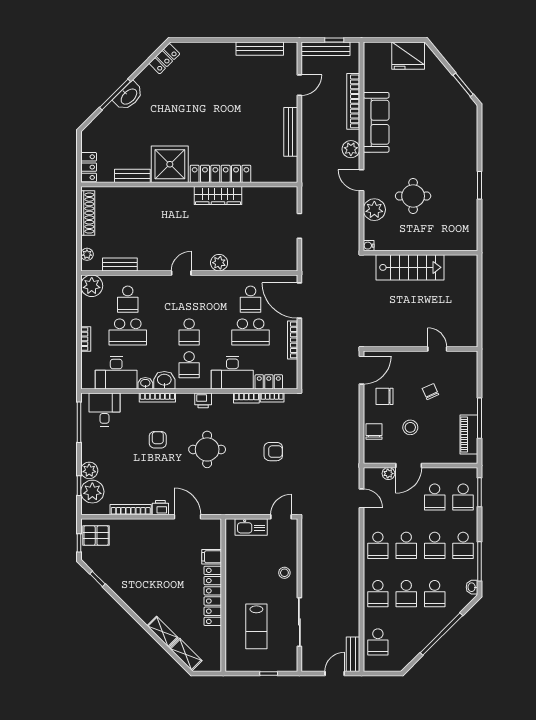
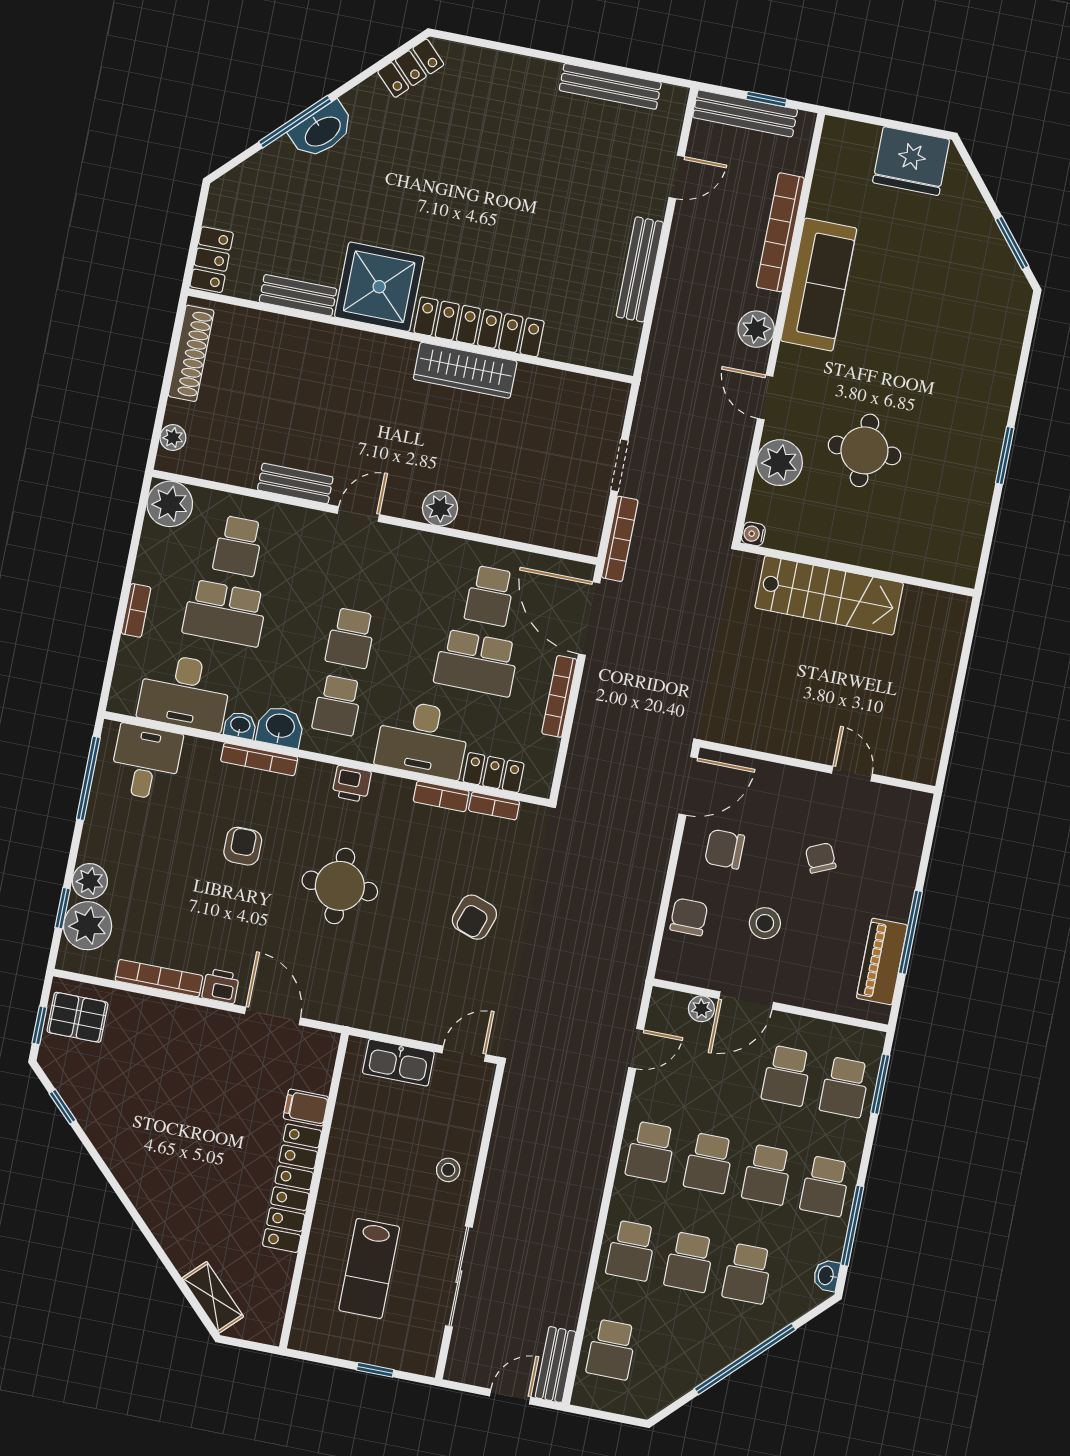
bookcase: (306, 260) -> (620, 539), added
bench: (120, 264) -> (295, 483), moved
armchair: (273, 452) -> (474, 917), turned 109
door: (361, 498) -> (636, 1049), hinge flipped
shelving: (163, 632) -> (175, 1241), removed

